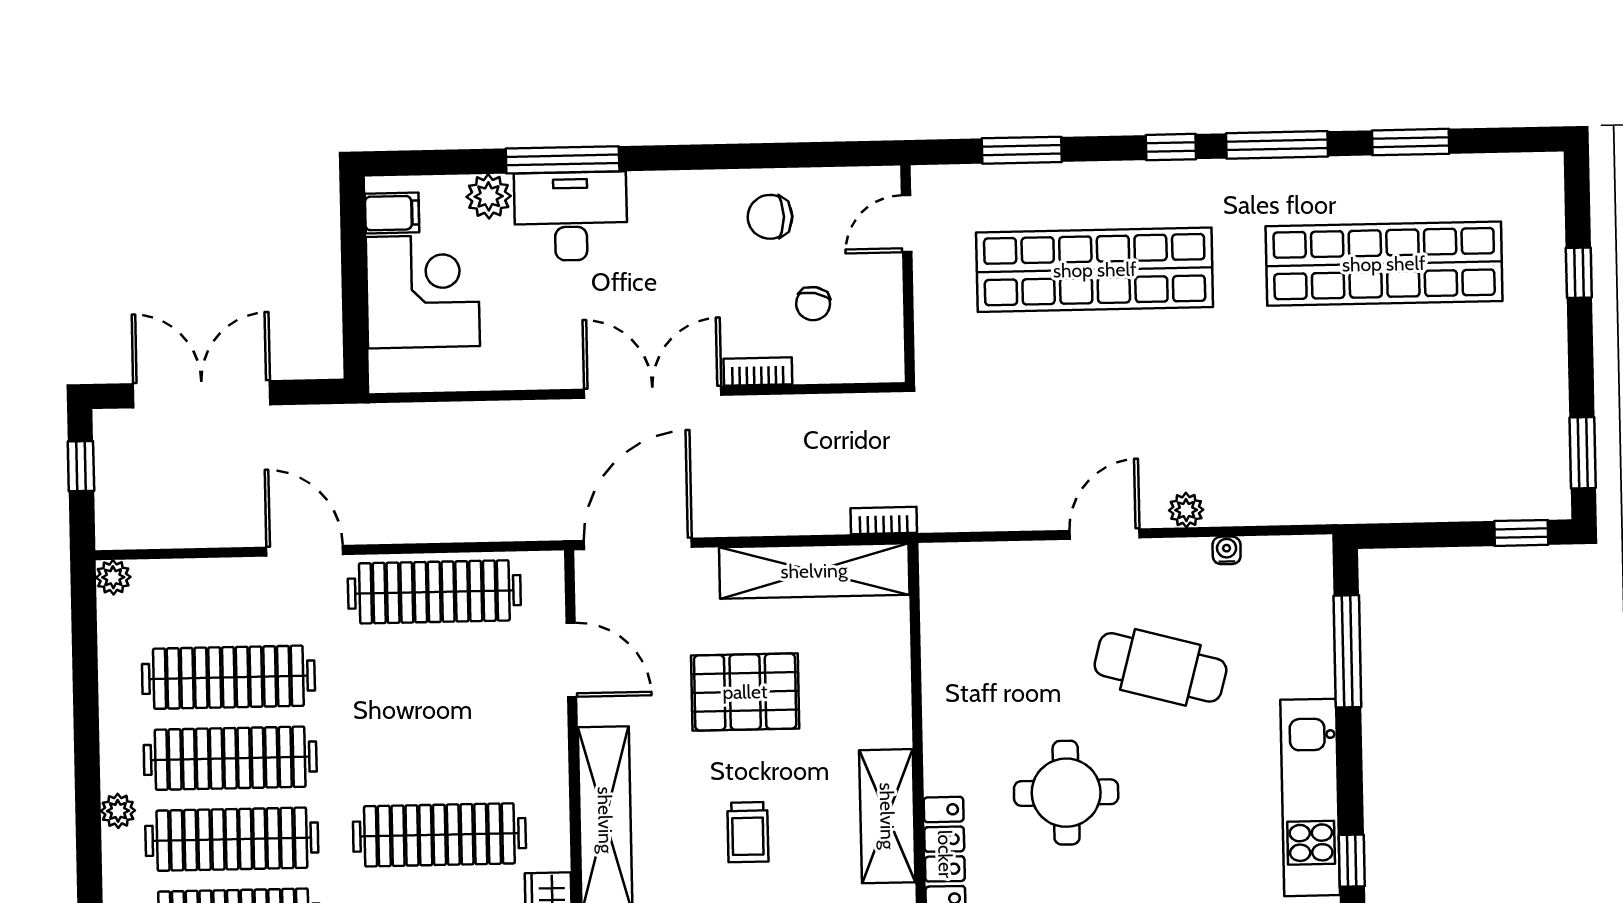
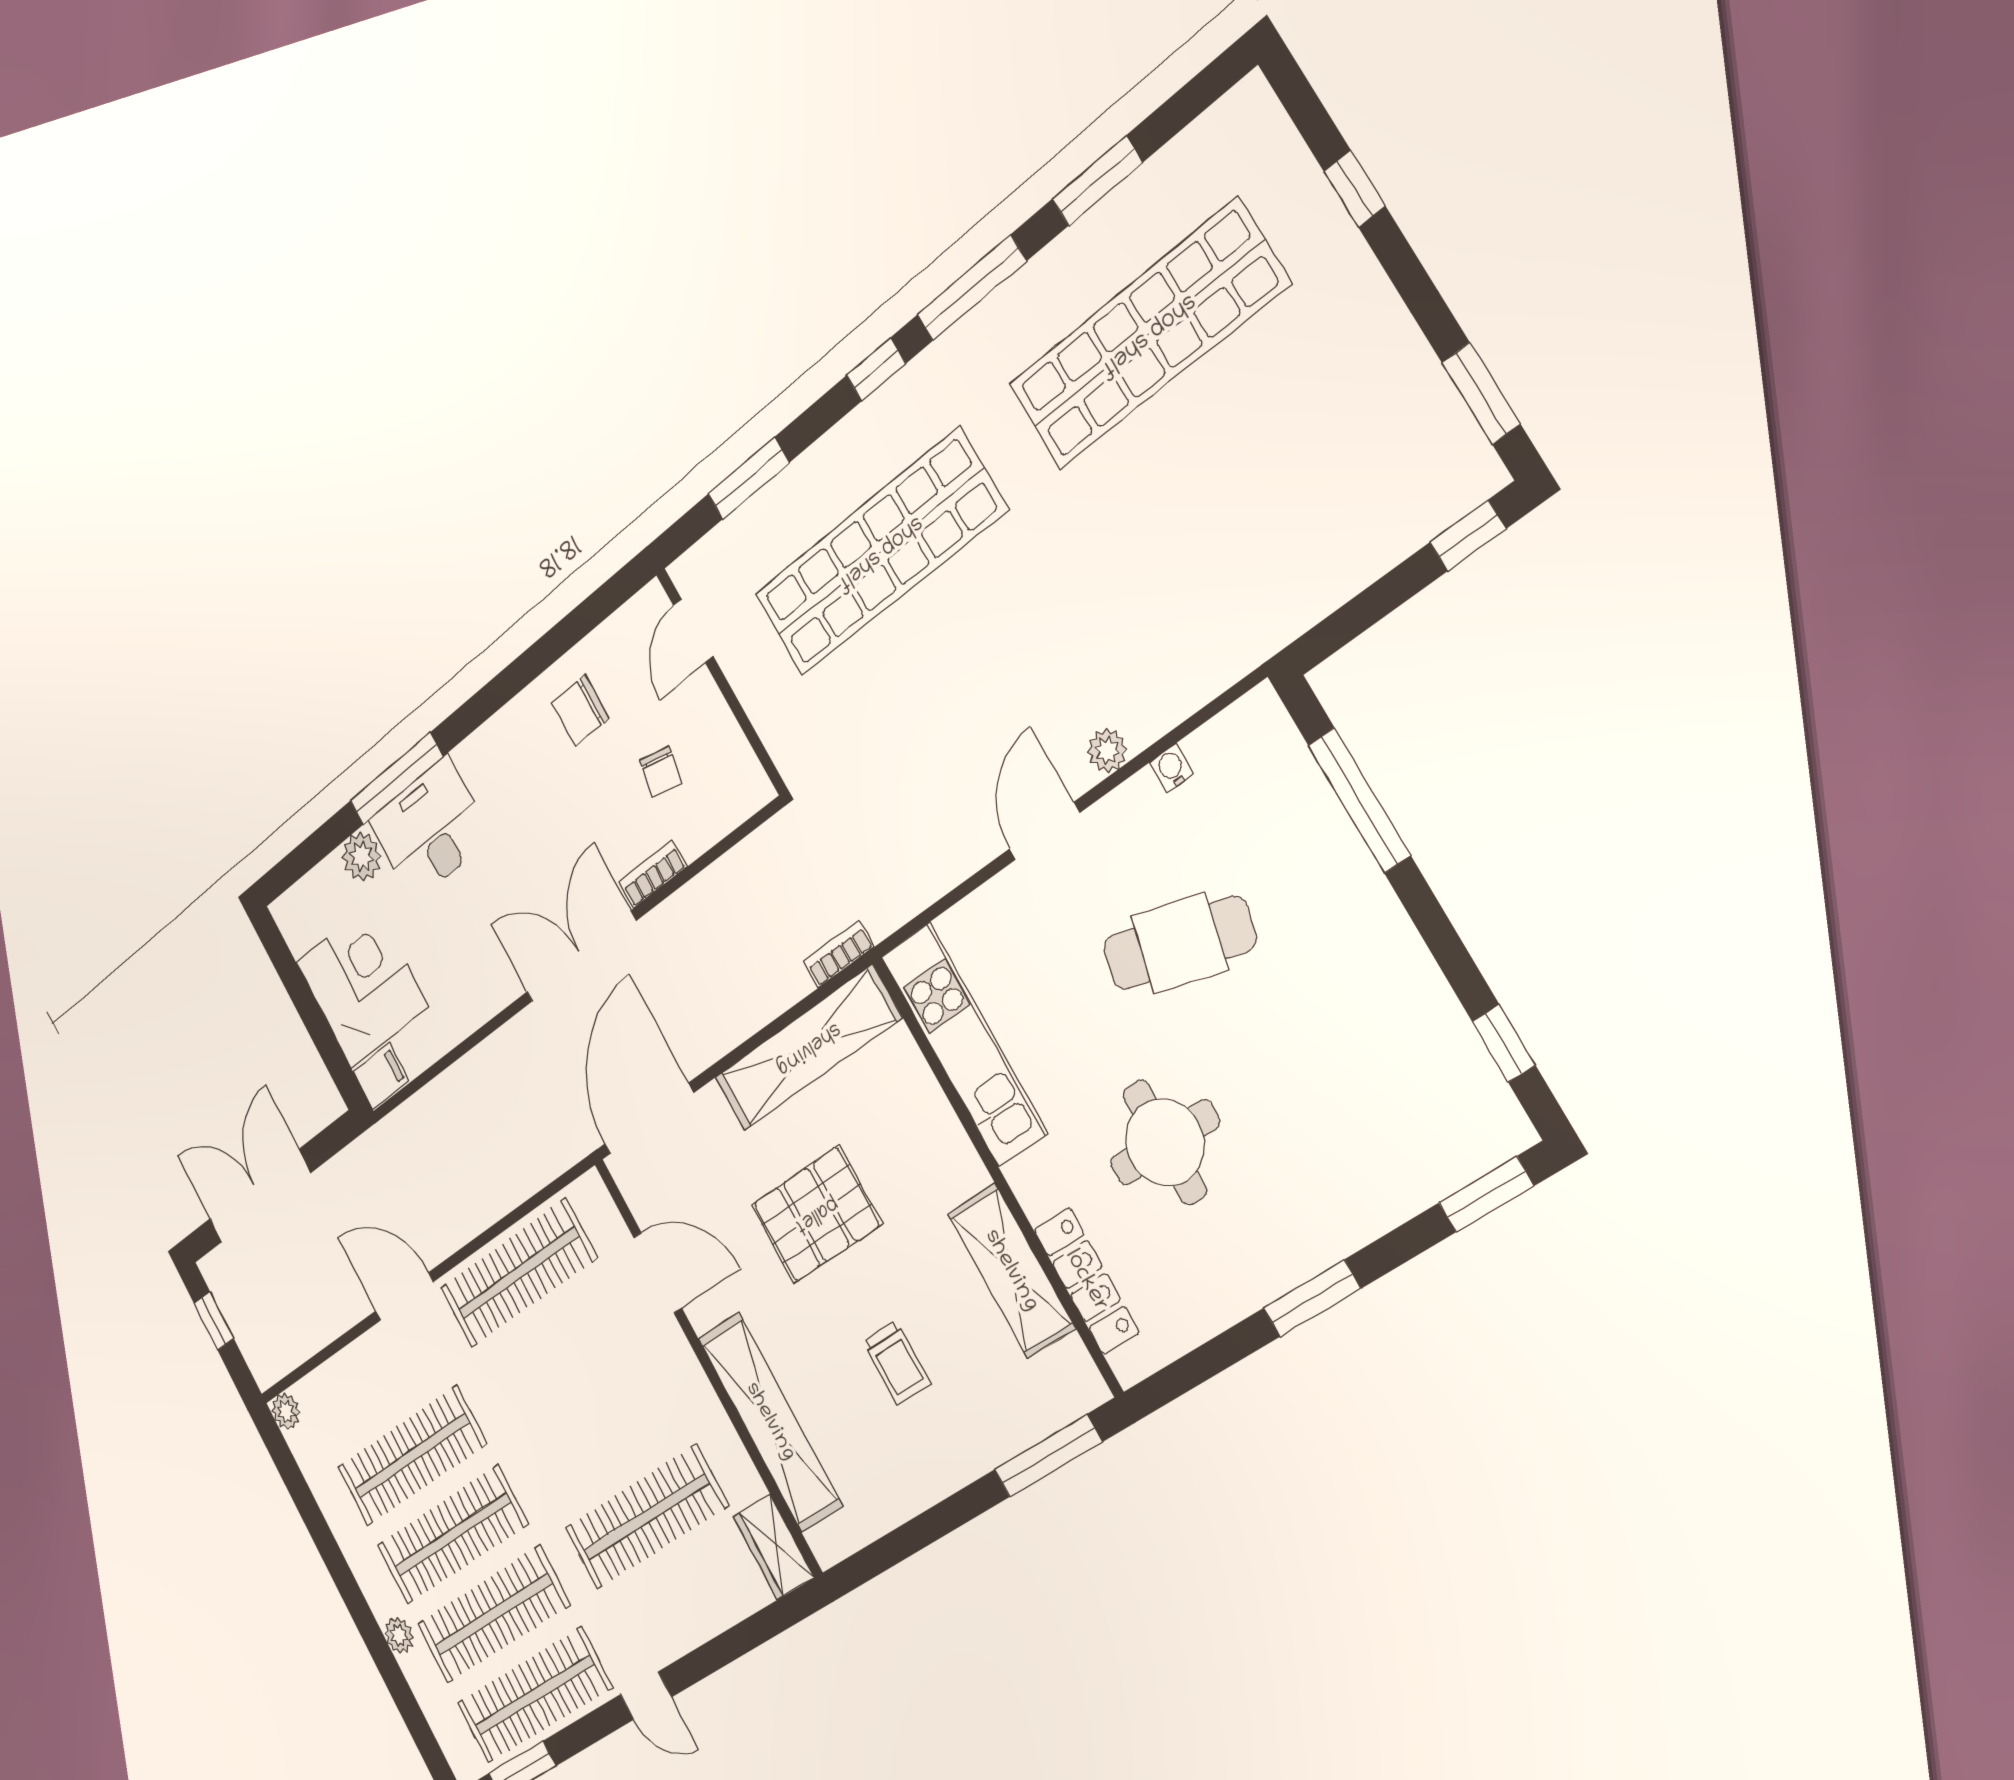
filing cabinet: (392, 213) -> (381, 1076), moved
kitchen unit: (1310, 797) -> (964, 1044), moved, turned 180

